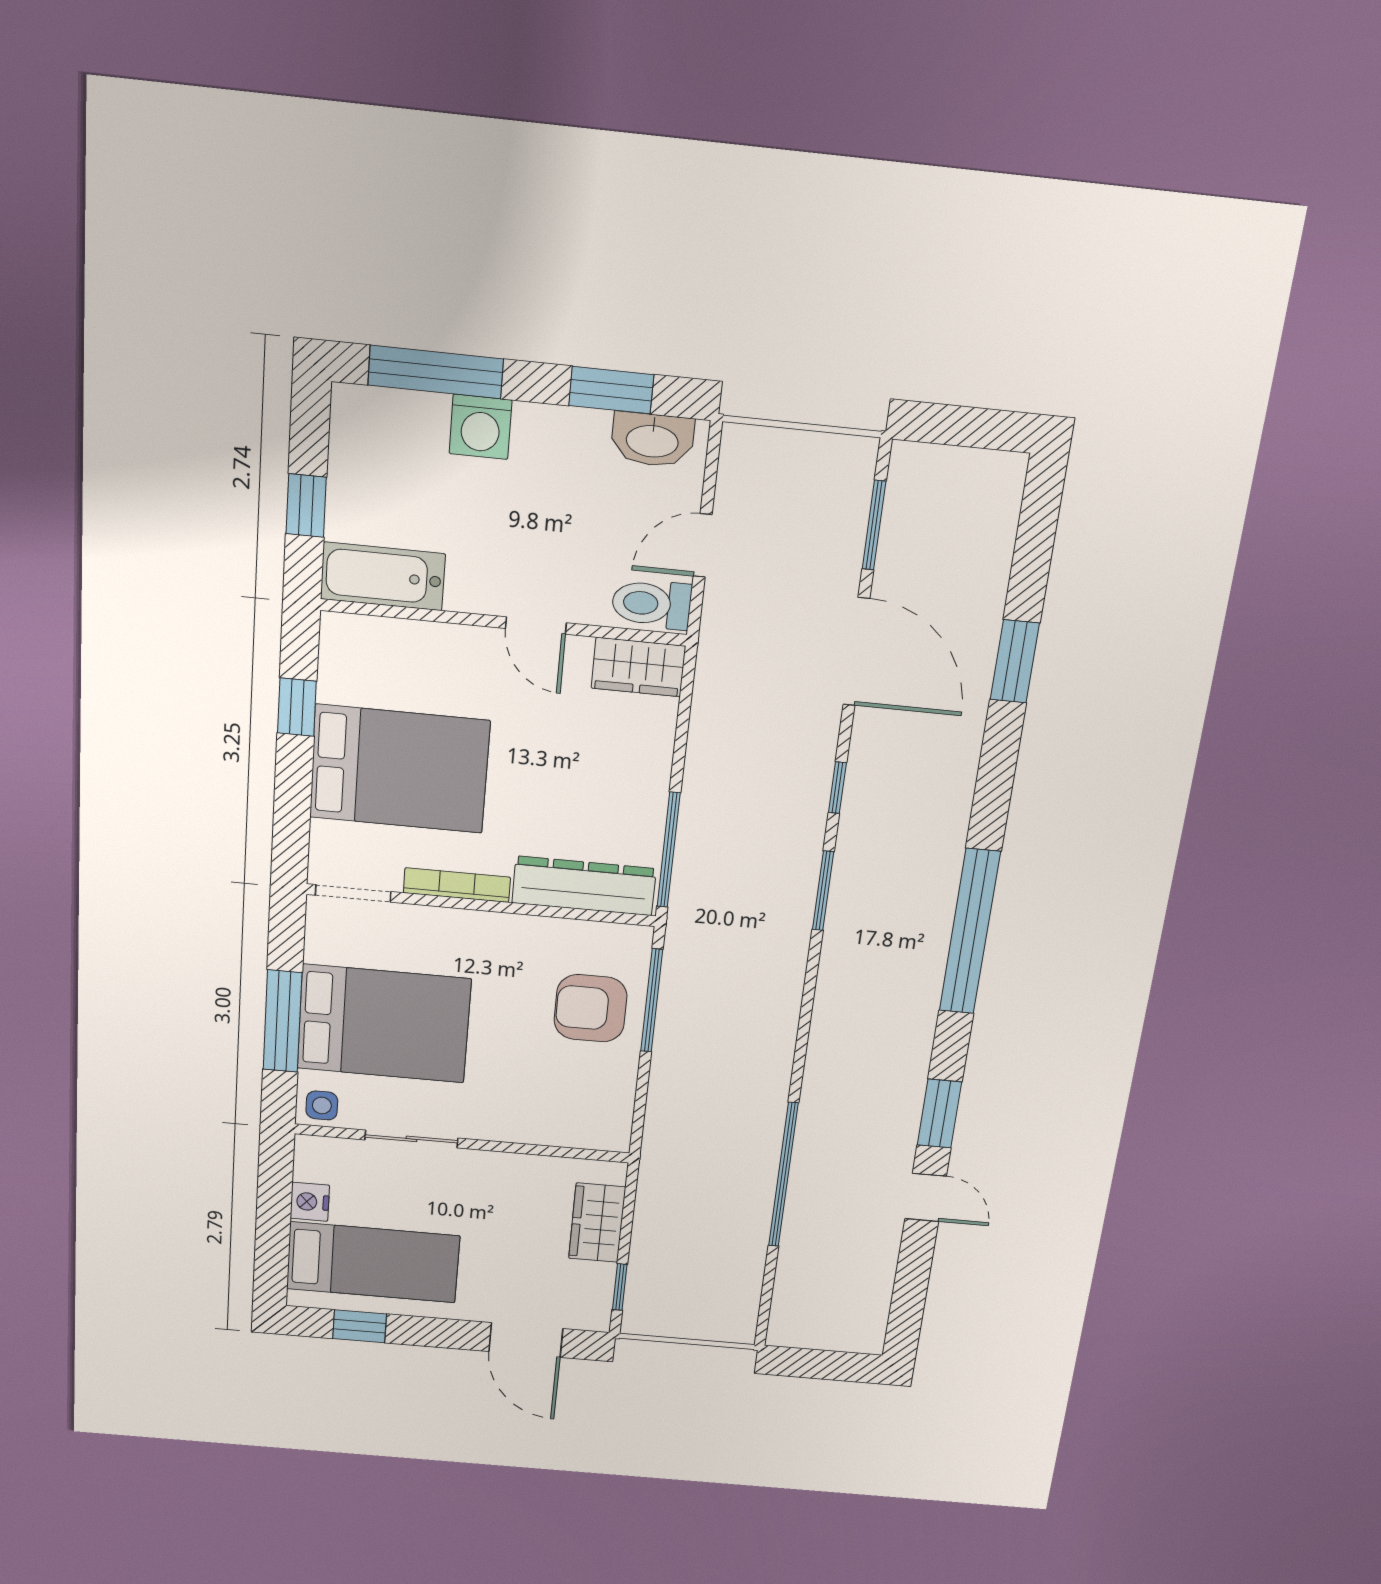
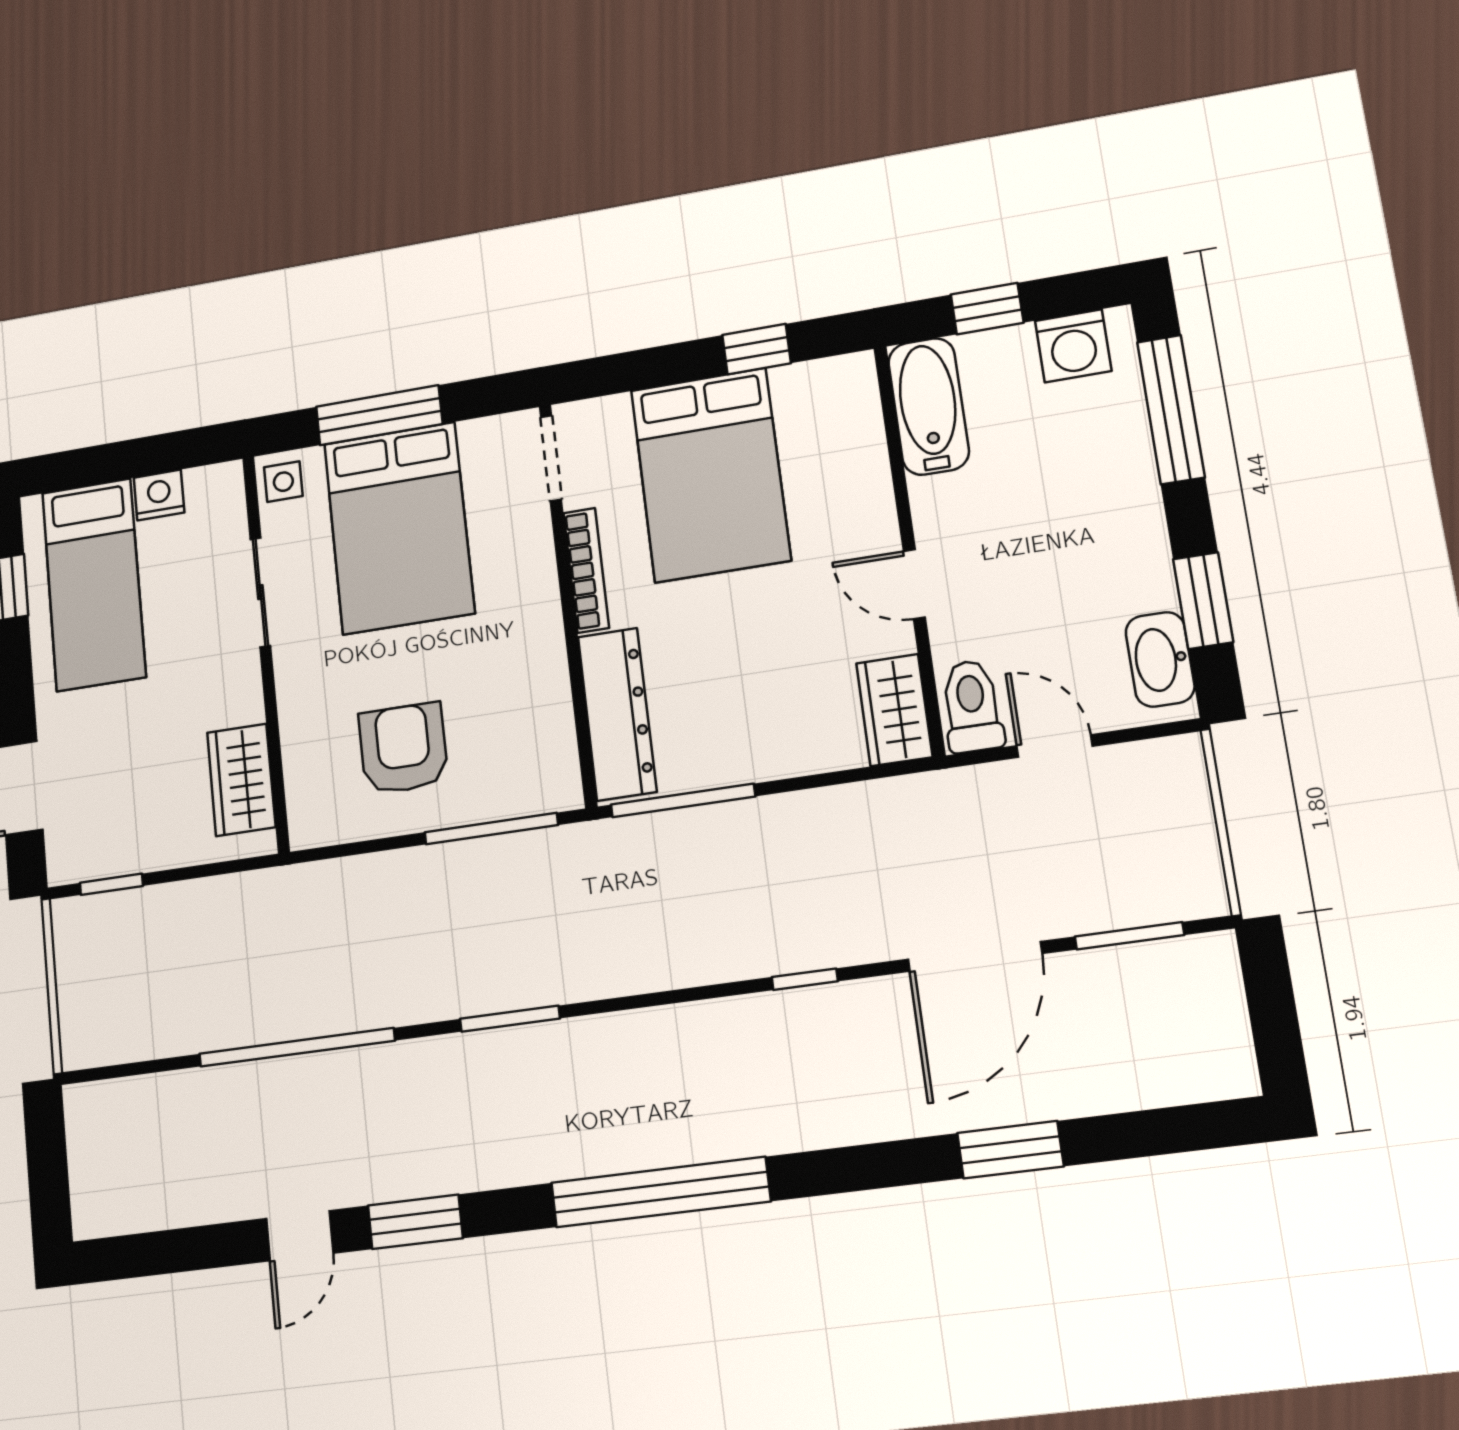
washing machine: (481, 427) -> (1073, 346), moved, turned -90
door: (536, 626) -> (914, 584), hinge flipped
window: (823, 891) -> (510, 1019), moved
armchair: (591, 1008) -> (403, 748), moved
wardrobe: (597, 1223) -> (241, 780), moved, turned -90

